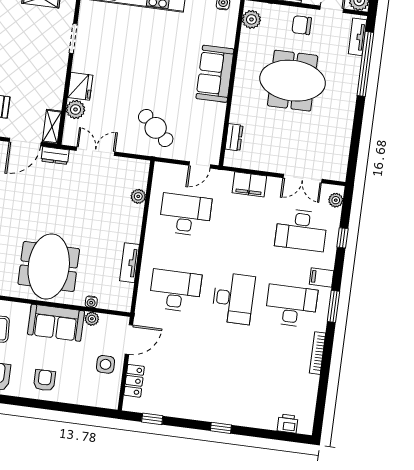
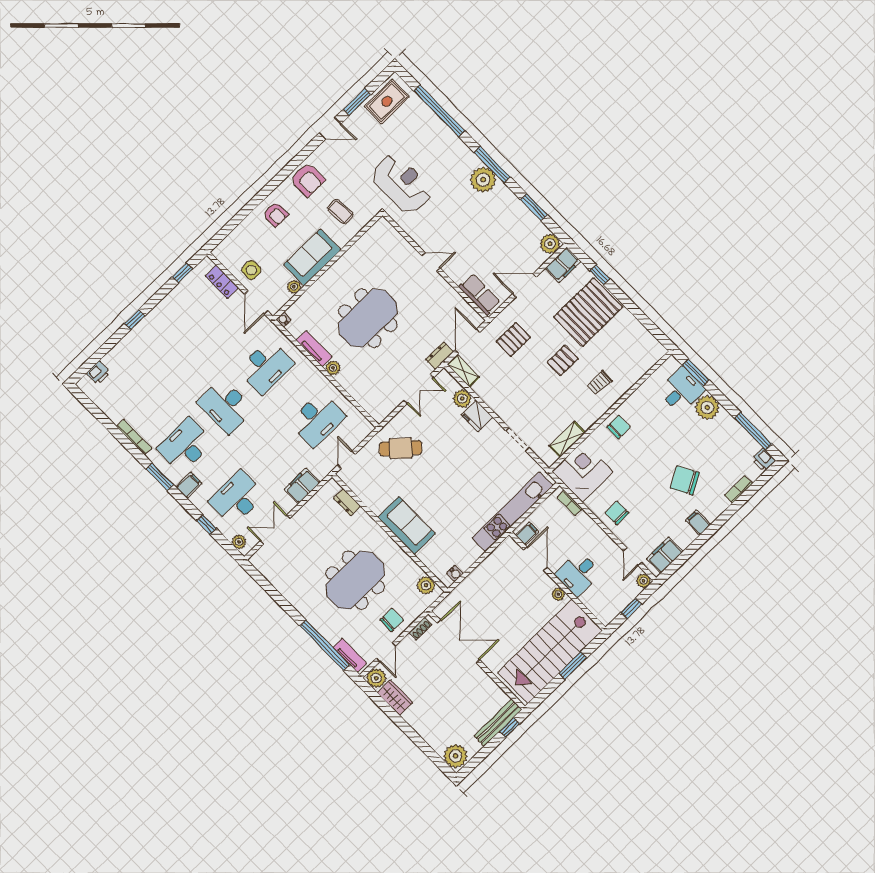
plant: (138, 196) -> (333, 368), moved
meeting table: (49, 266) -> (368, 318), moved, turned 90
water cooler: (91, 302) -> (283, 320), moved
desk: (291, 306) -> (185, 445), turned 180

